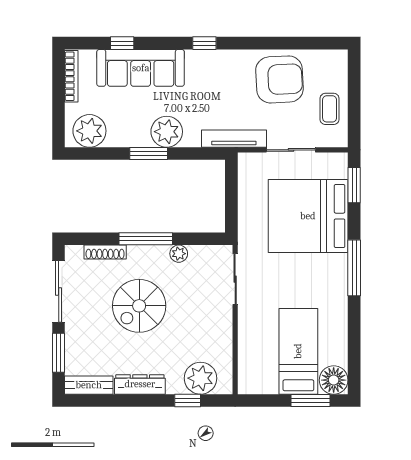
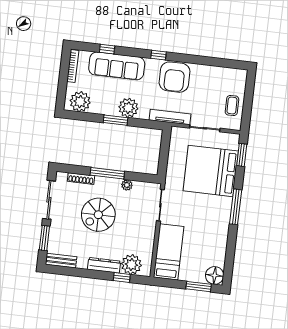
armchair: (279, 79) -> (175, 77), moved, turned 93
bed: (298, 351) -> (169, 252), moved
dresser: (140, 384) -> (104, 265), moved

